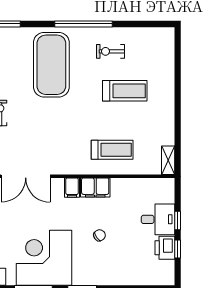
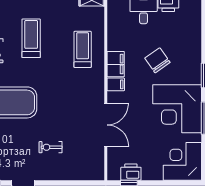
chair: (99, 235) -> (157, 60), width x1.87, depth x1.87

